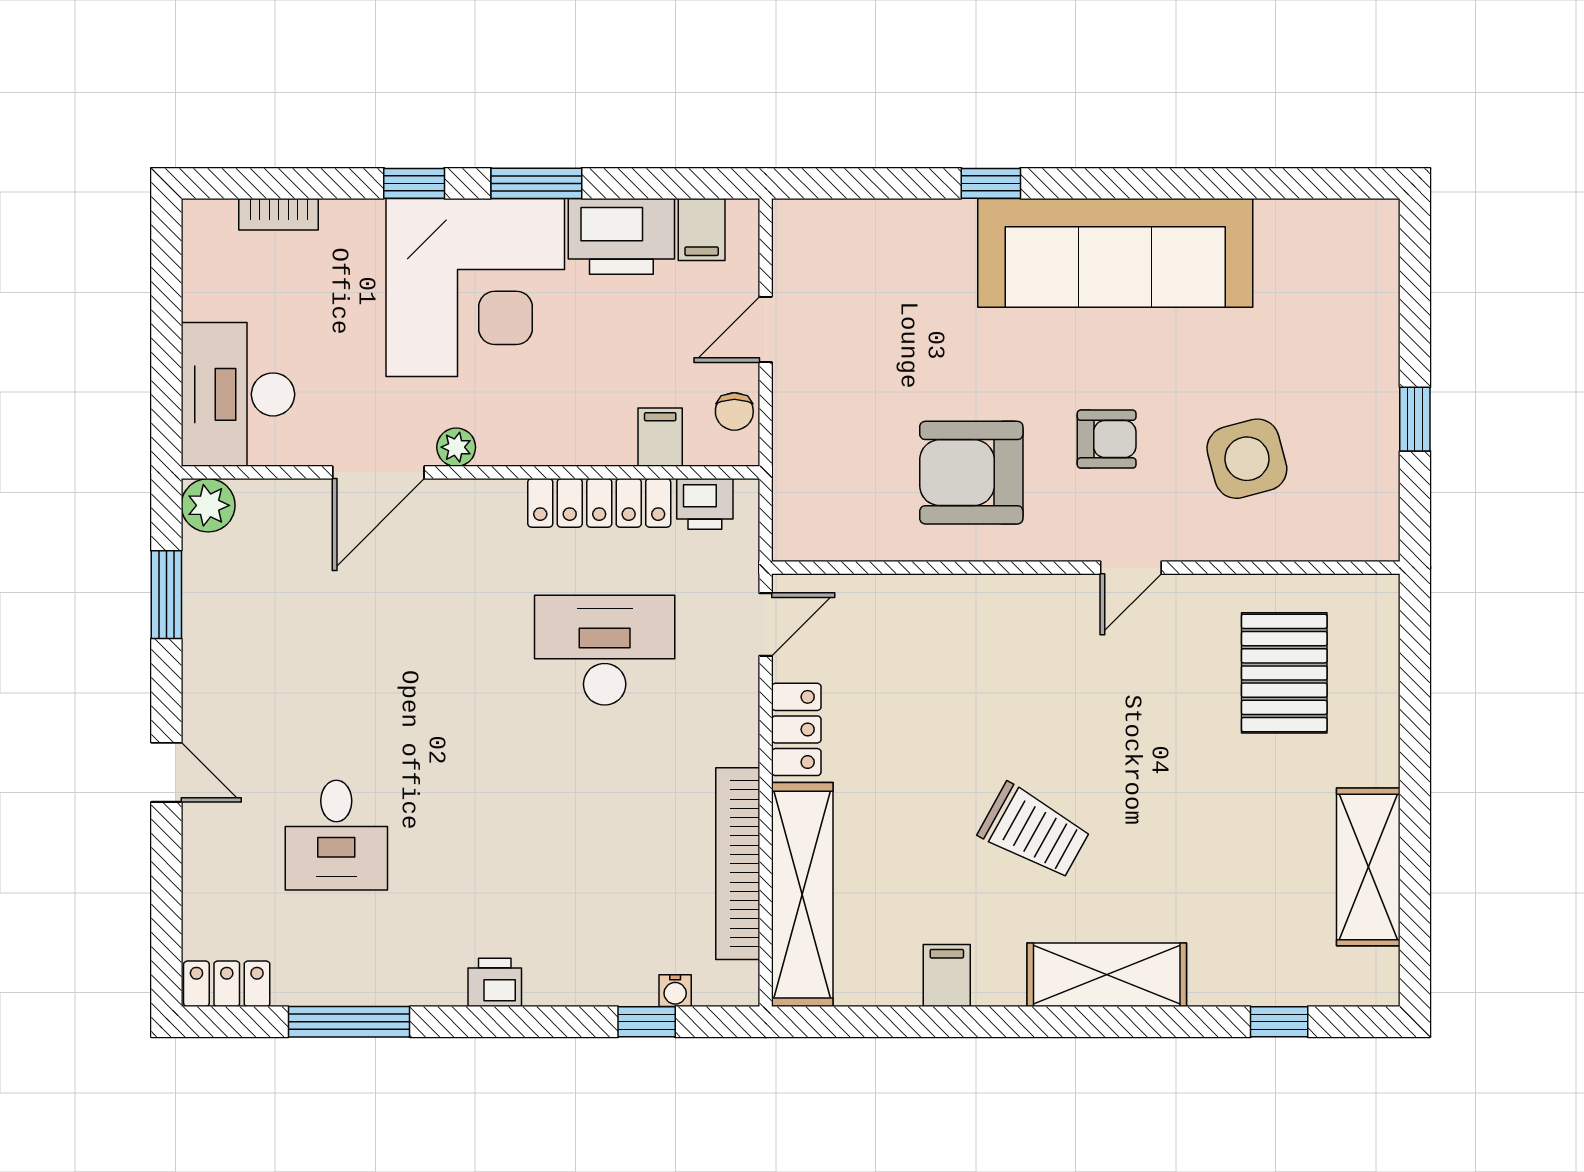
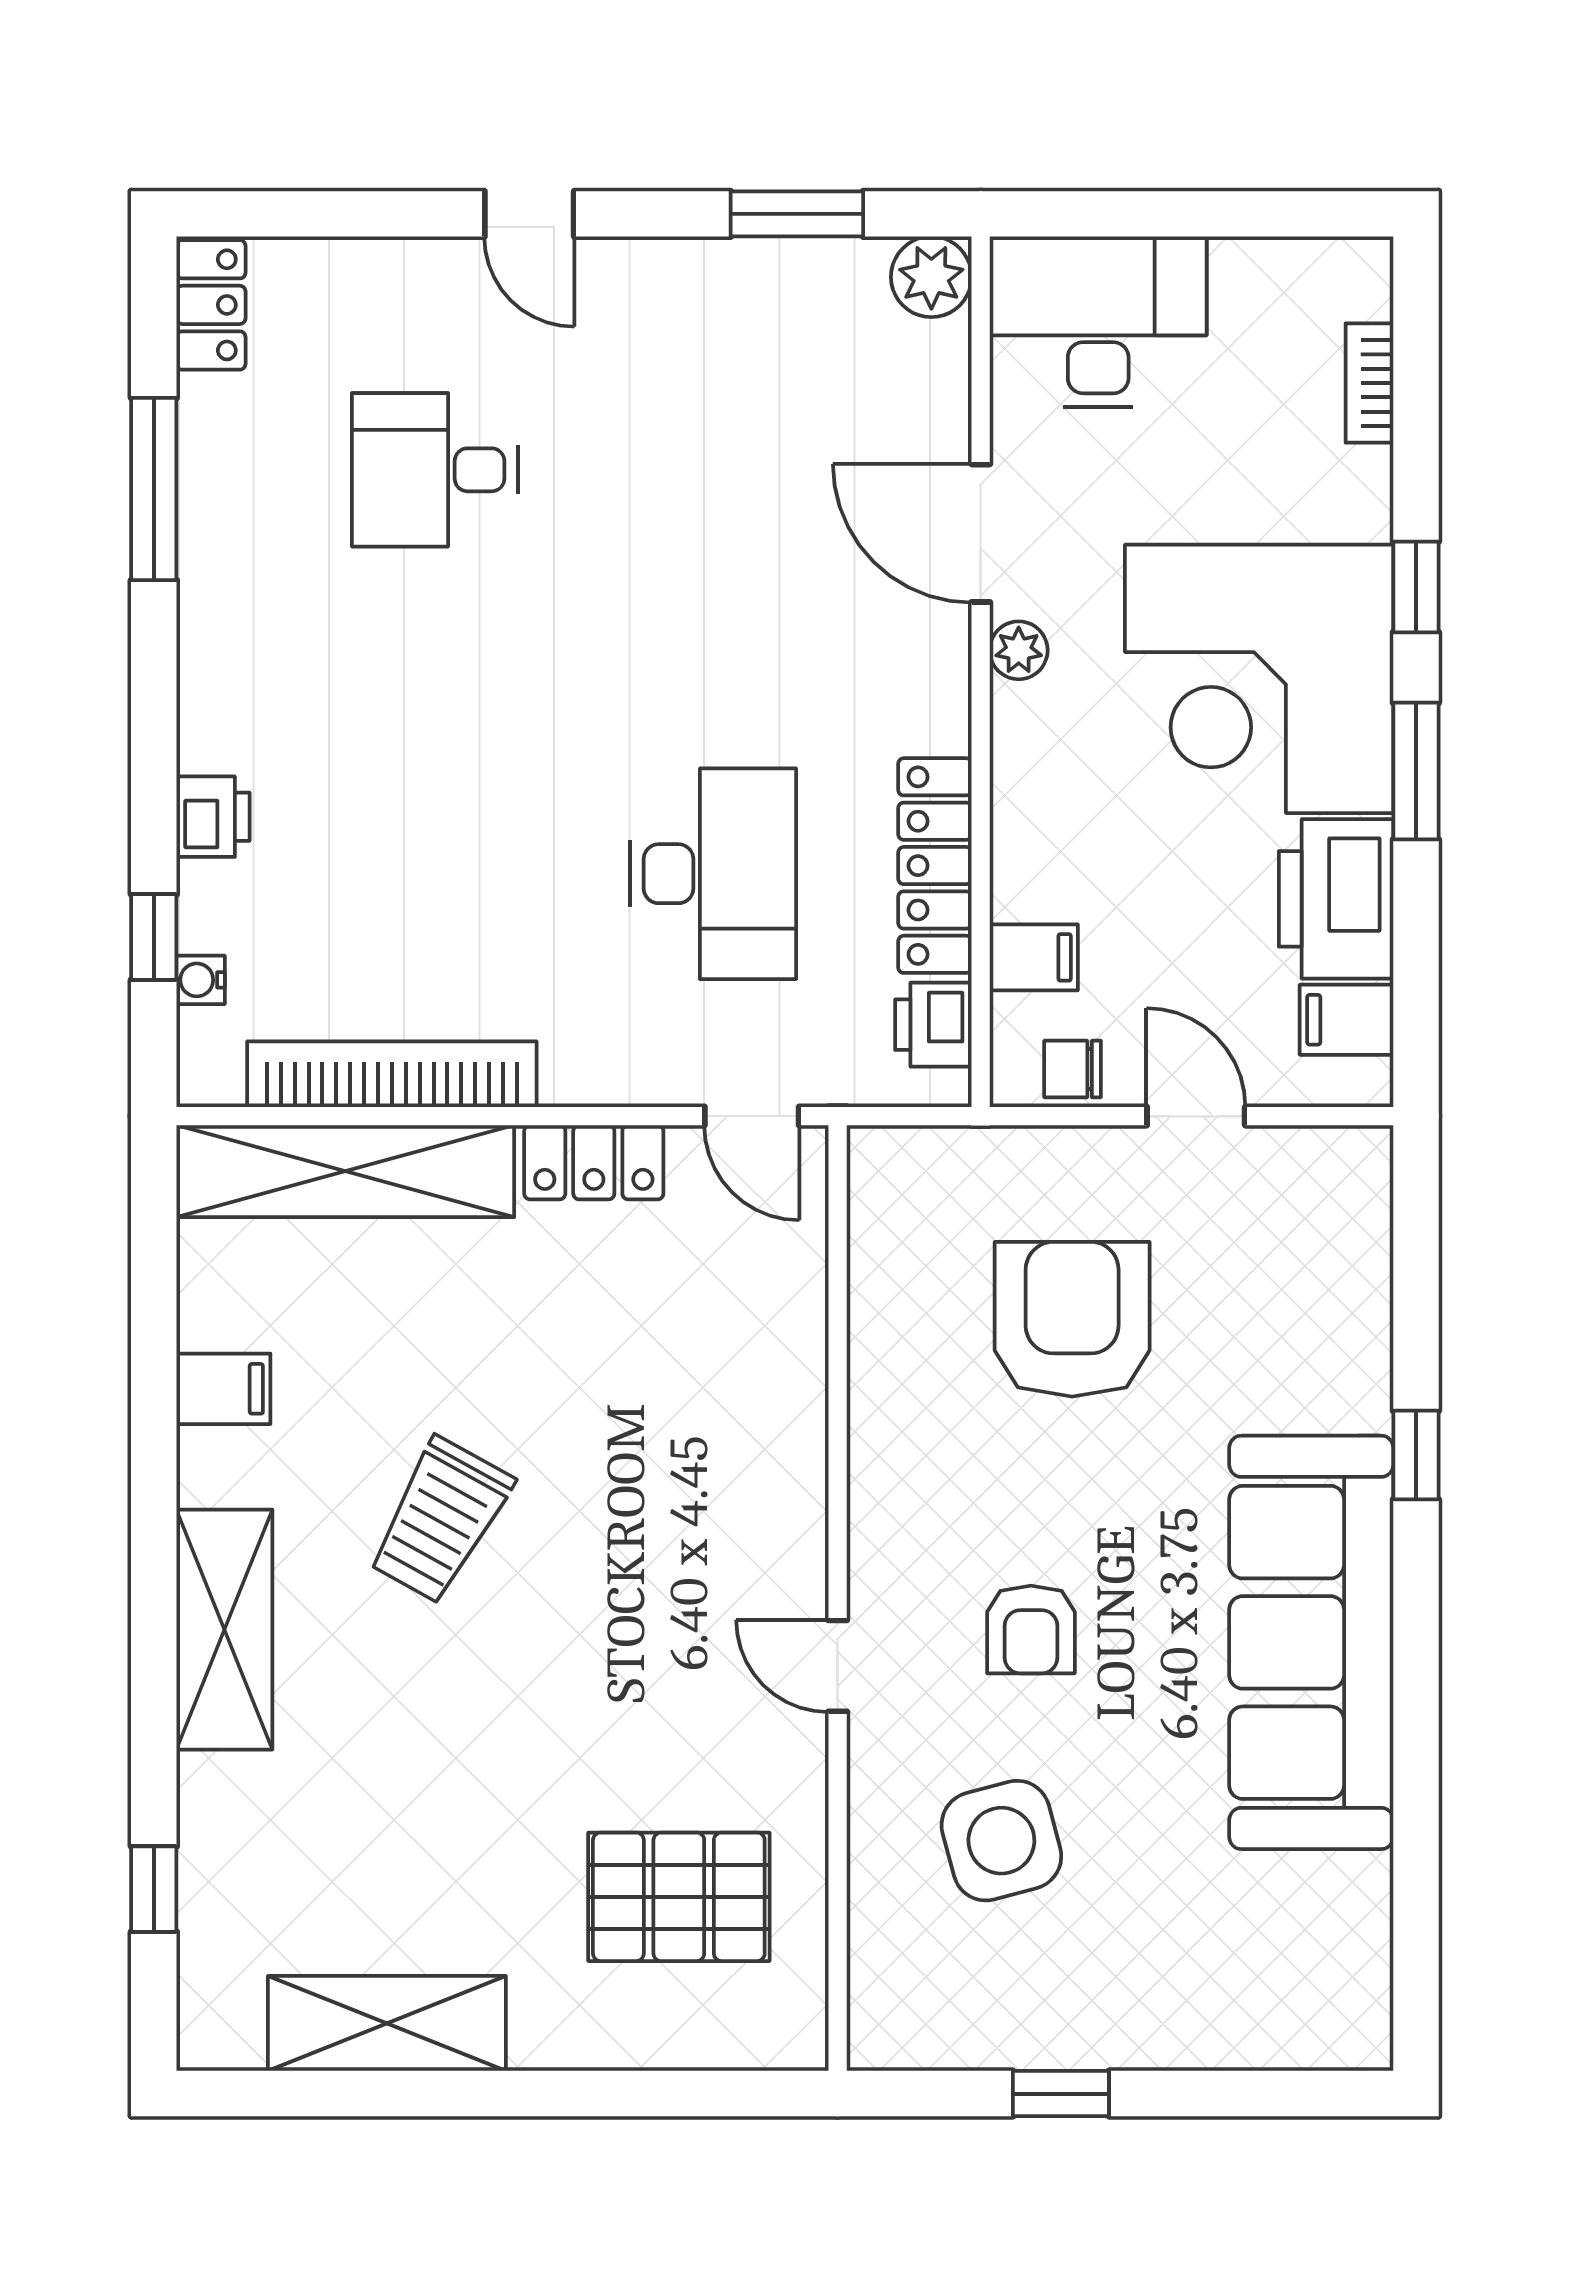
armchair: (971, 473) -> (1072, 1319), moved
door: (166, 772) -> (529, 214), hinge flipped
printer: (495, 982) -> (213, 817), moved

